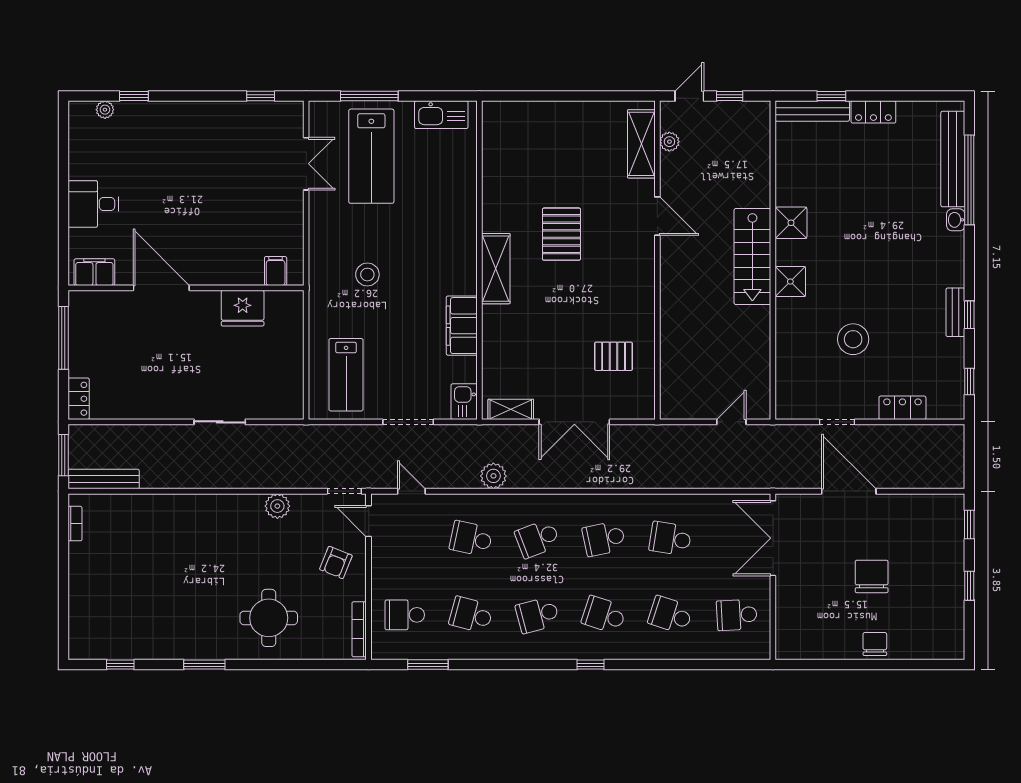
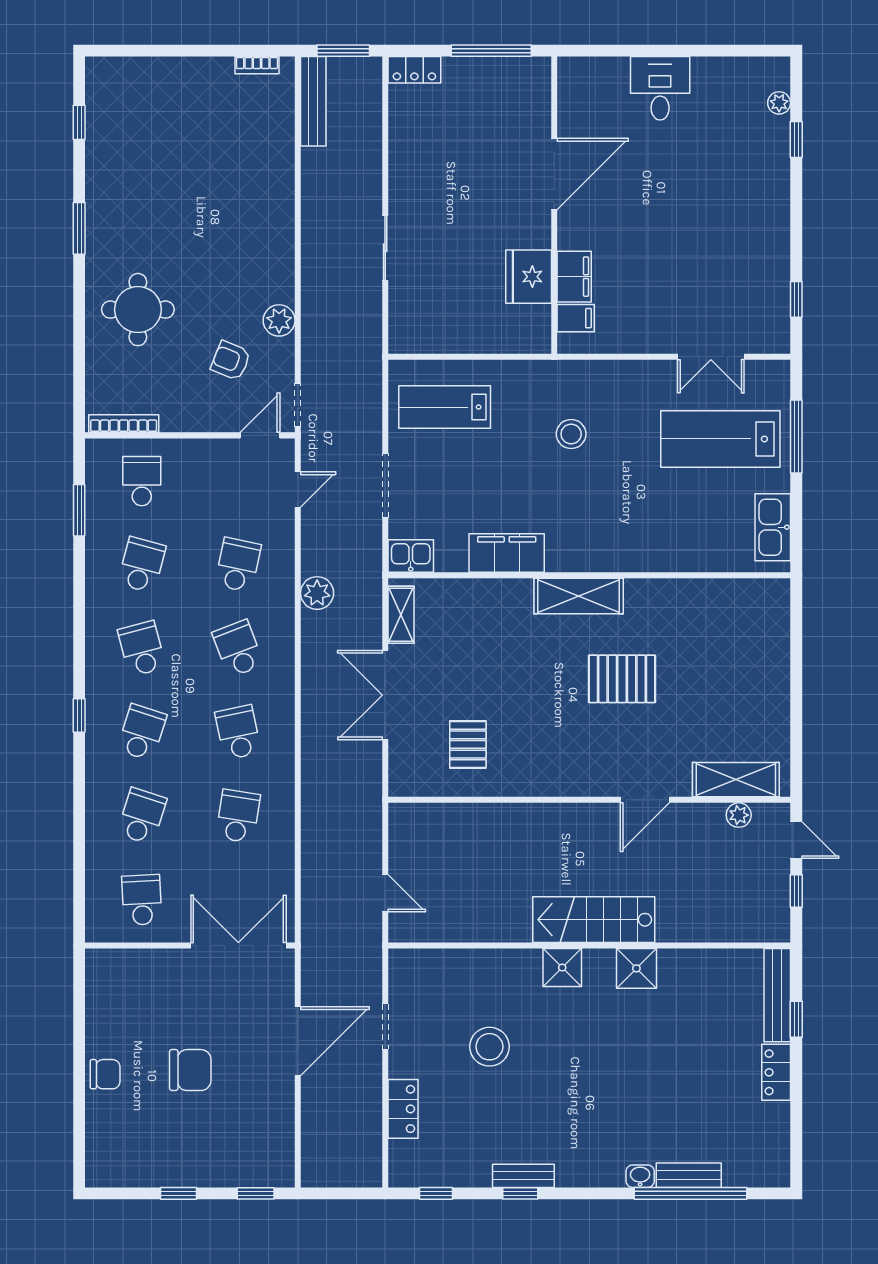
bench: (953, 159) -> (689, 1175), width x0.54, depth x0.82
filing cabinet: (94, 272) -> (574, 277), moved
armchair: (336, 562) -> (231, 361), moved

